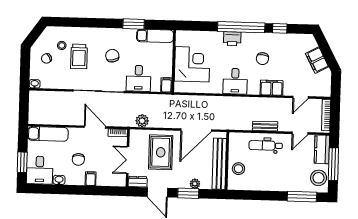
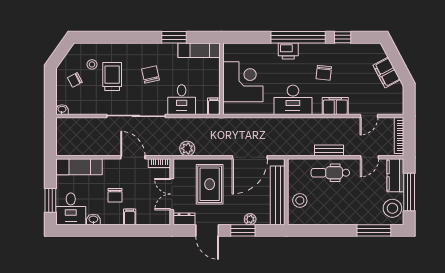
trolley: (79, 56) -> (112, 77), turned 180
desk: (235, 81) -> (293, 100), width x1.37

